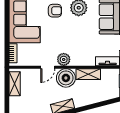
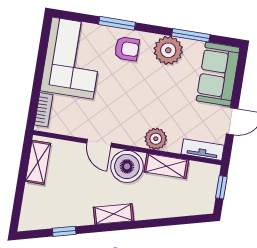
plant: (64, 59) -> (156, 139), moved
door: (48, 67) -> (99, 143), hinge flipped

